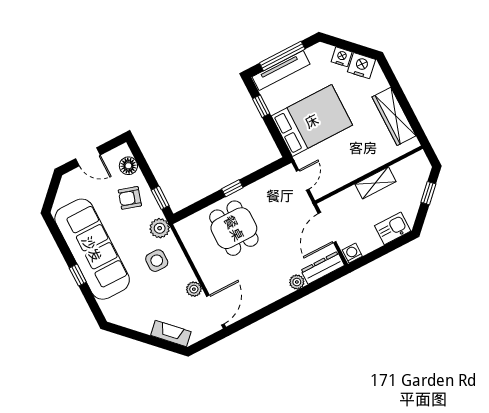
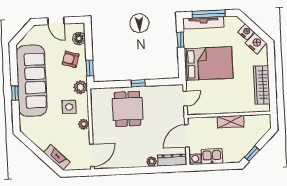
window: (428, 193) -> (252, 154), moved
kitchen sink: (393, 228) -> (212, 156), moved
plant: (194, 289) -> (84, 124), moved

